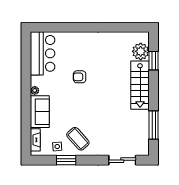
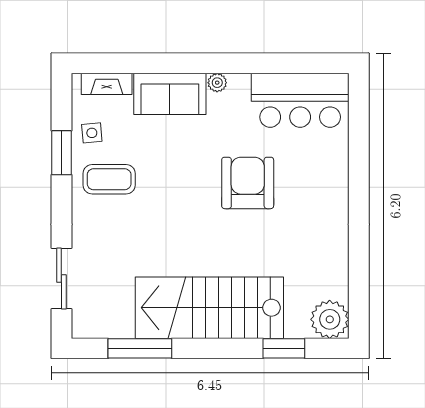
plant: (141, 51) -> (330, 319), moved
armchair: (80, 77) -> (248, 183), width x1.88, depth x1.88
stairs: (140, 85) -> (209, 308), width x1.36, depth x1.51
coffee table: (78, 139) -> (109, 179), turned 42

